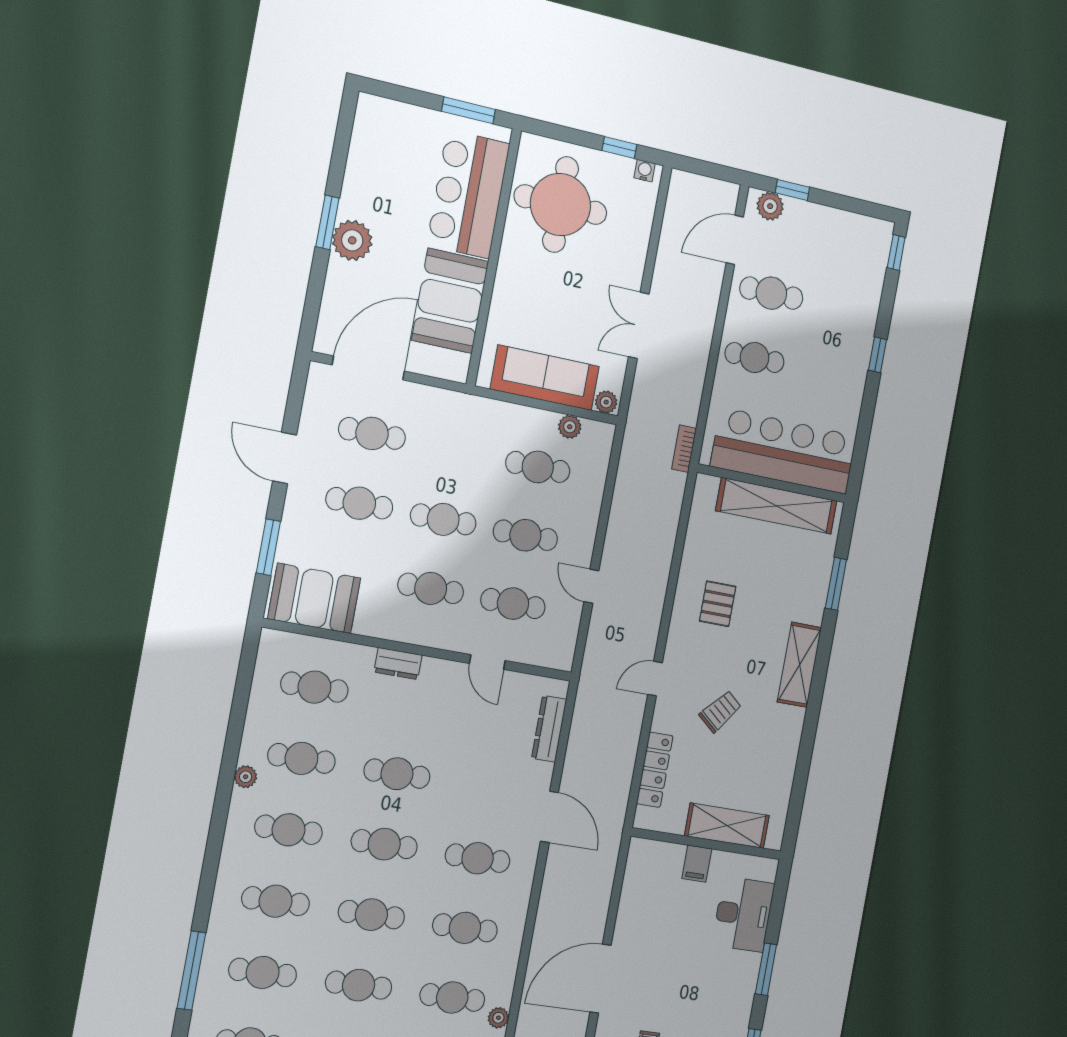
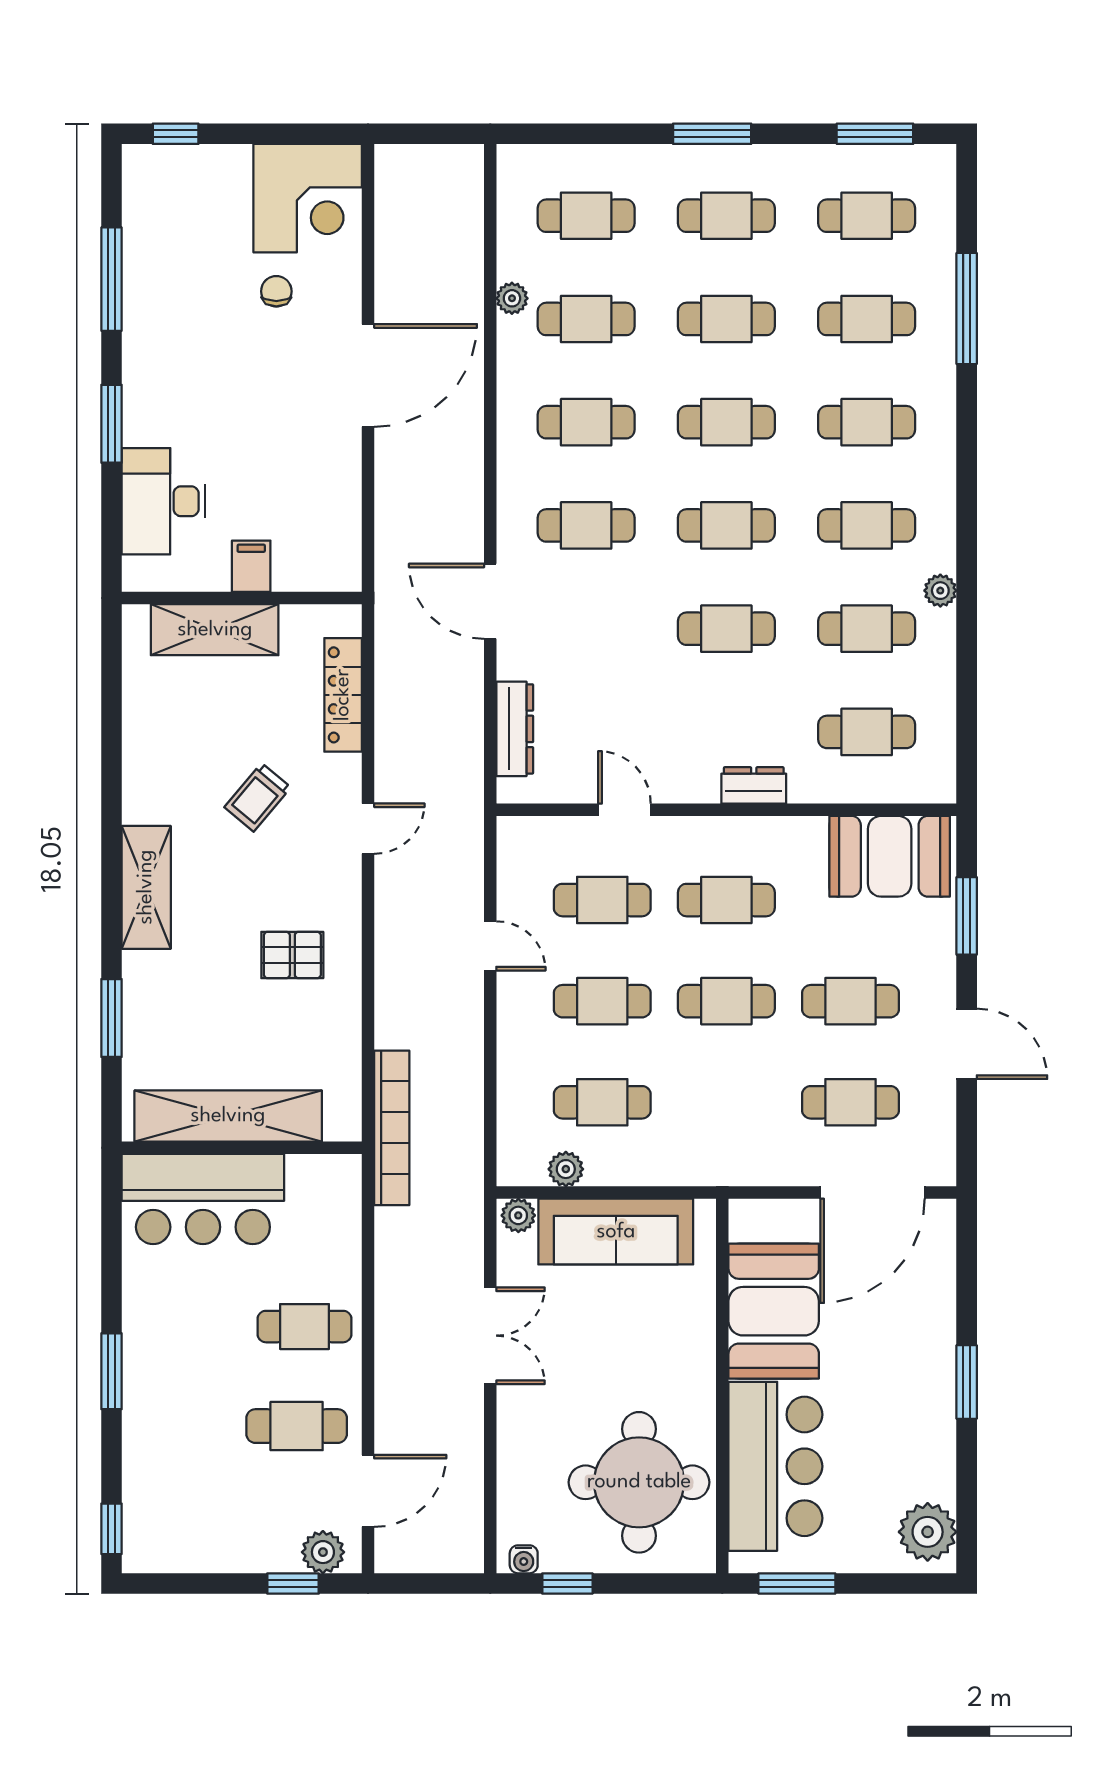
plant: (352, 240) -> (928, 1532), moved
window: (878, 355) -> (111, 1371), width x1.50
bookcase: (684, 449) -> (392, 1128), width x2.31, depth x1.31
bar counter: (784, 451) -> (203, 1199), width x0.73
pallet: (718, 604) -> (292, 955), turned 90

